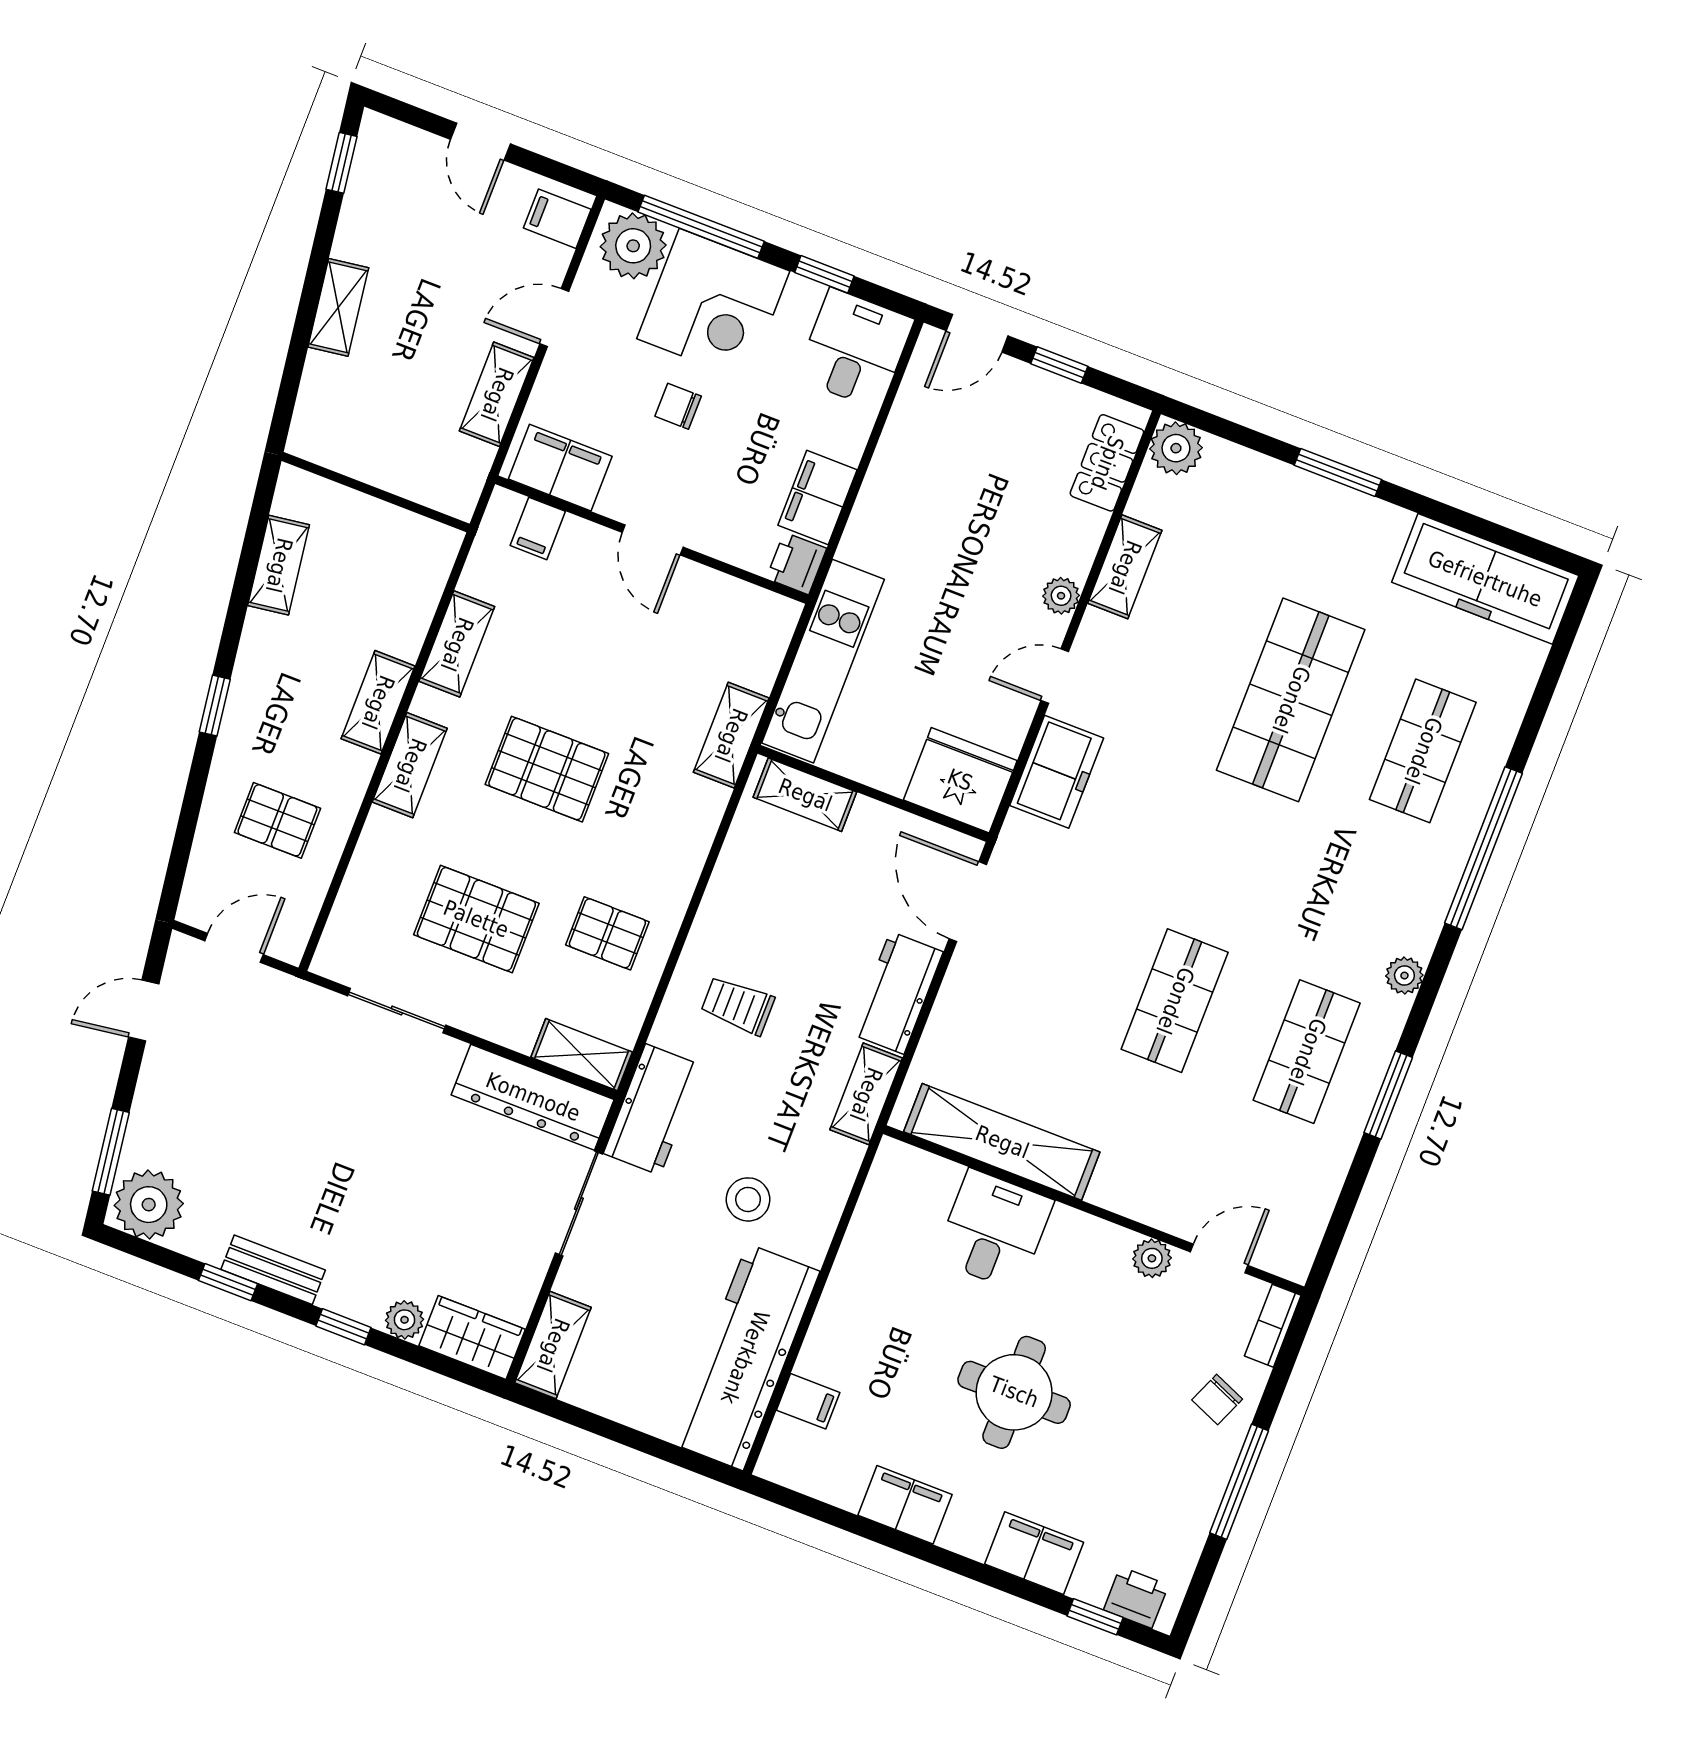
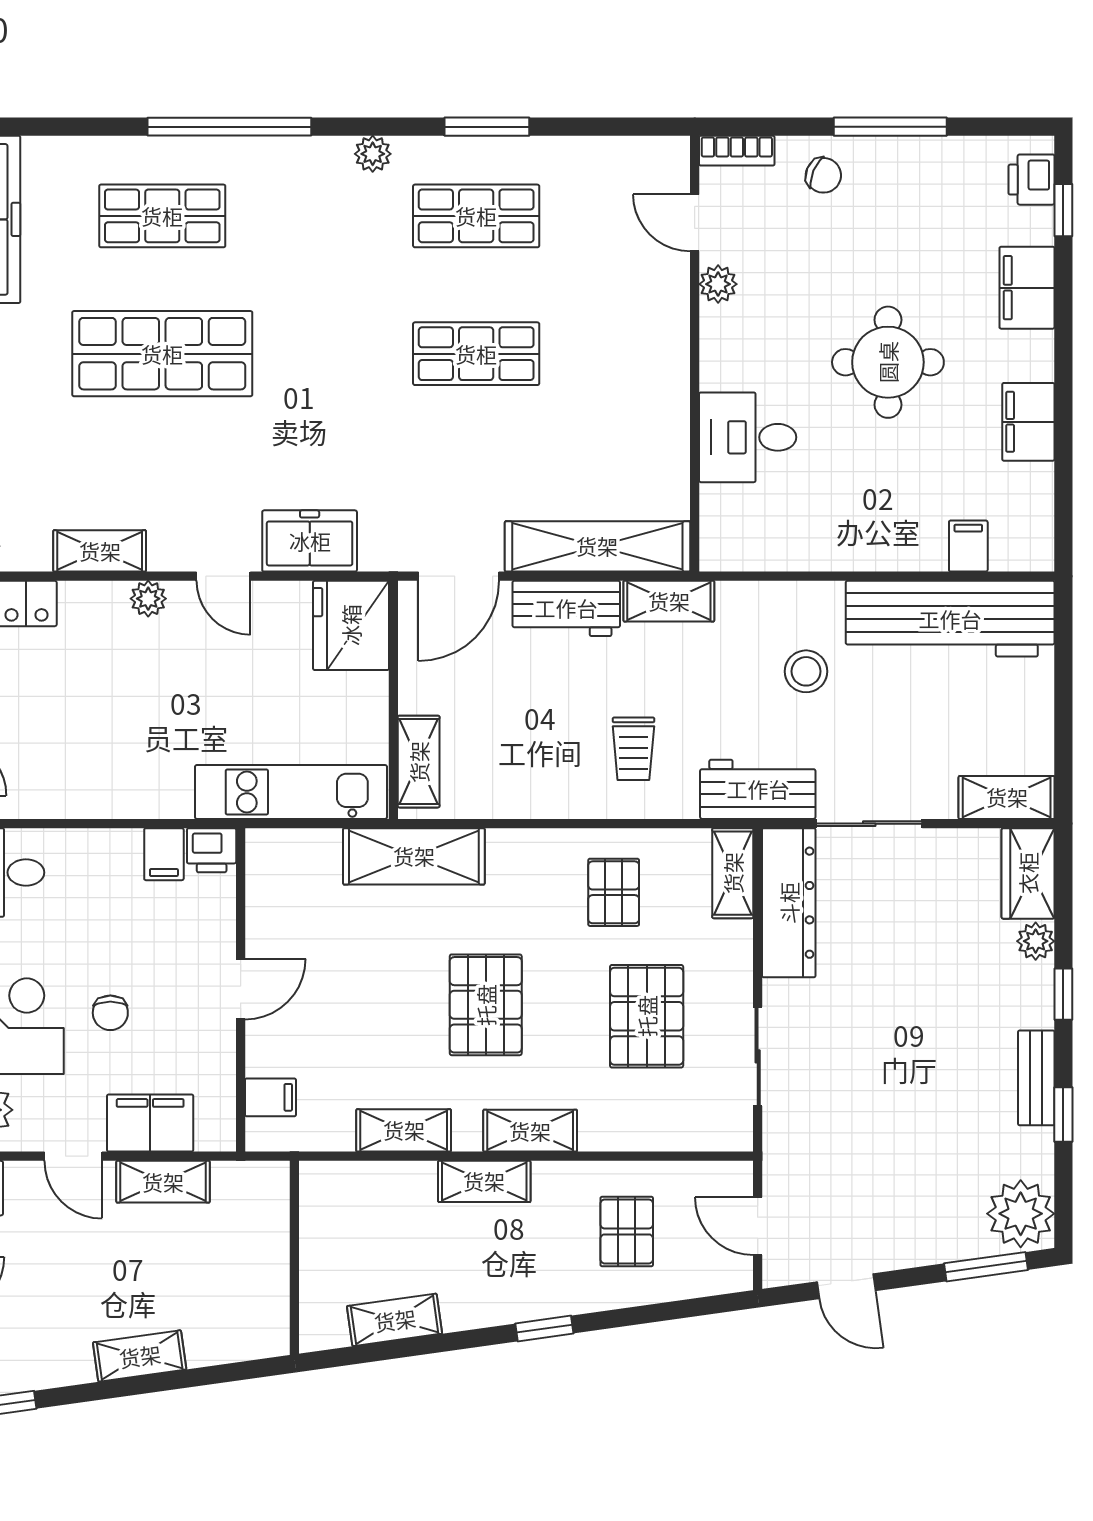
filing cabinet: (560, 468) -> (150, 1123), moved, turned 90
filing cabinet: (818, 497) -> (164, 854), width x0.50
shelving: (731, 735) -> (414, 856), width x1.50, depth x1.33
shelving: (1002, 1142) -> (597, 546), moved, turned 90

